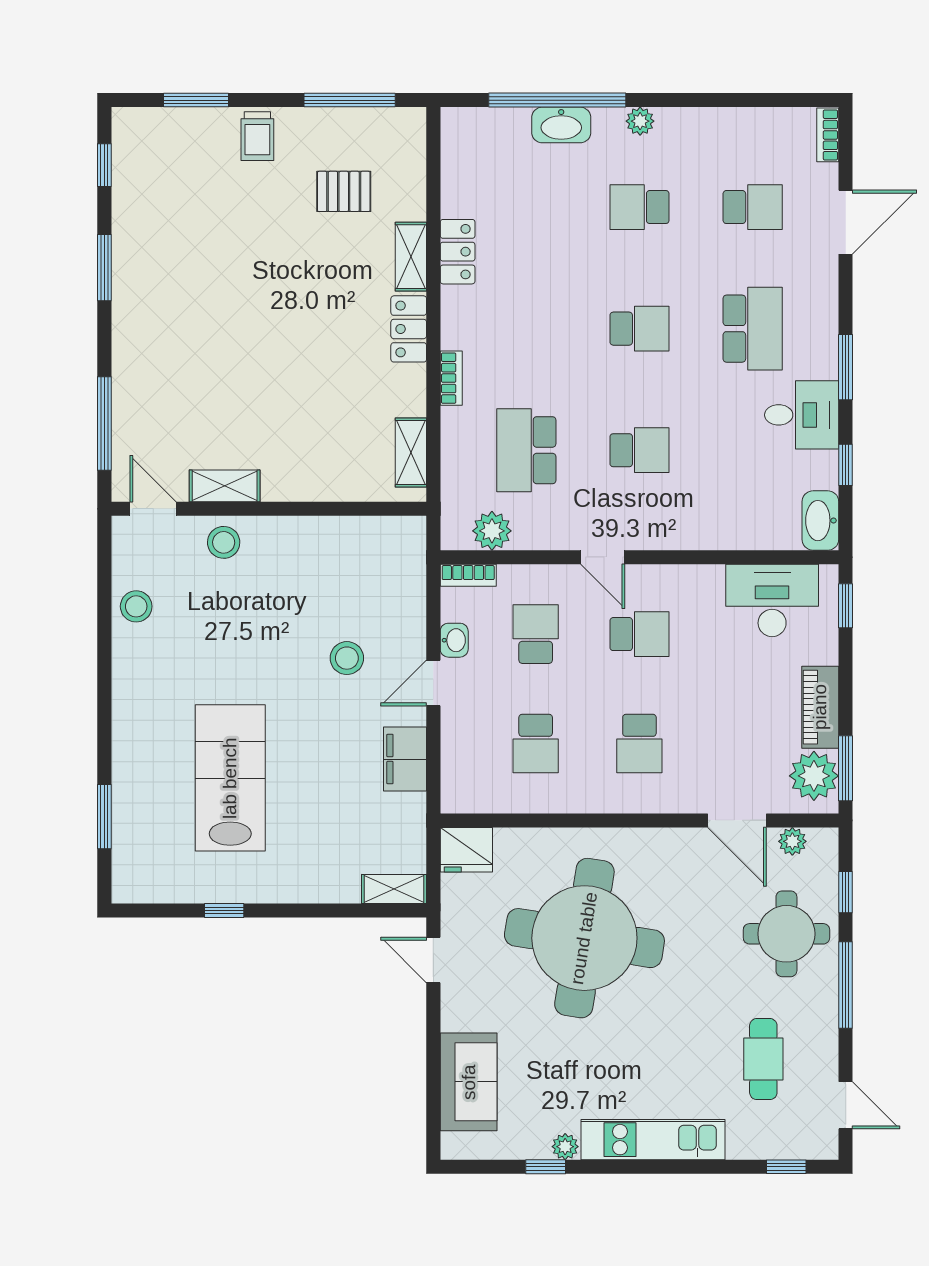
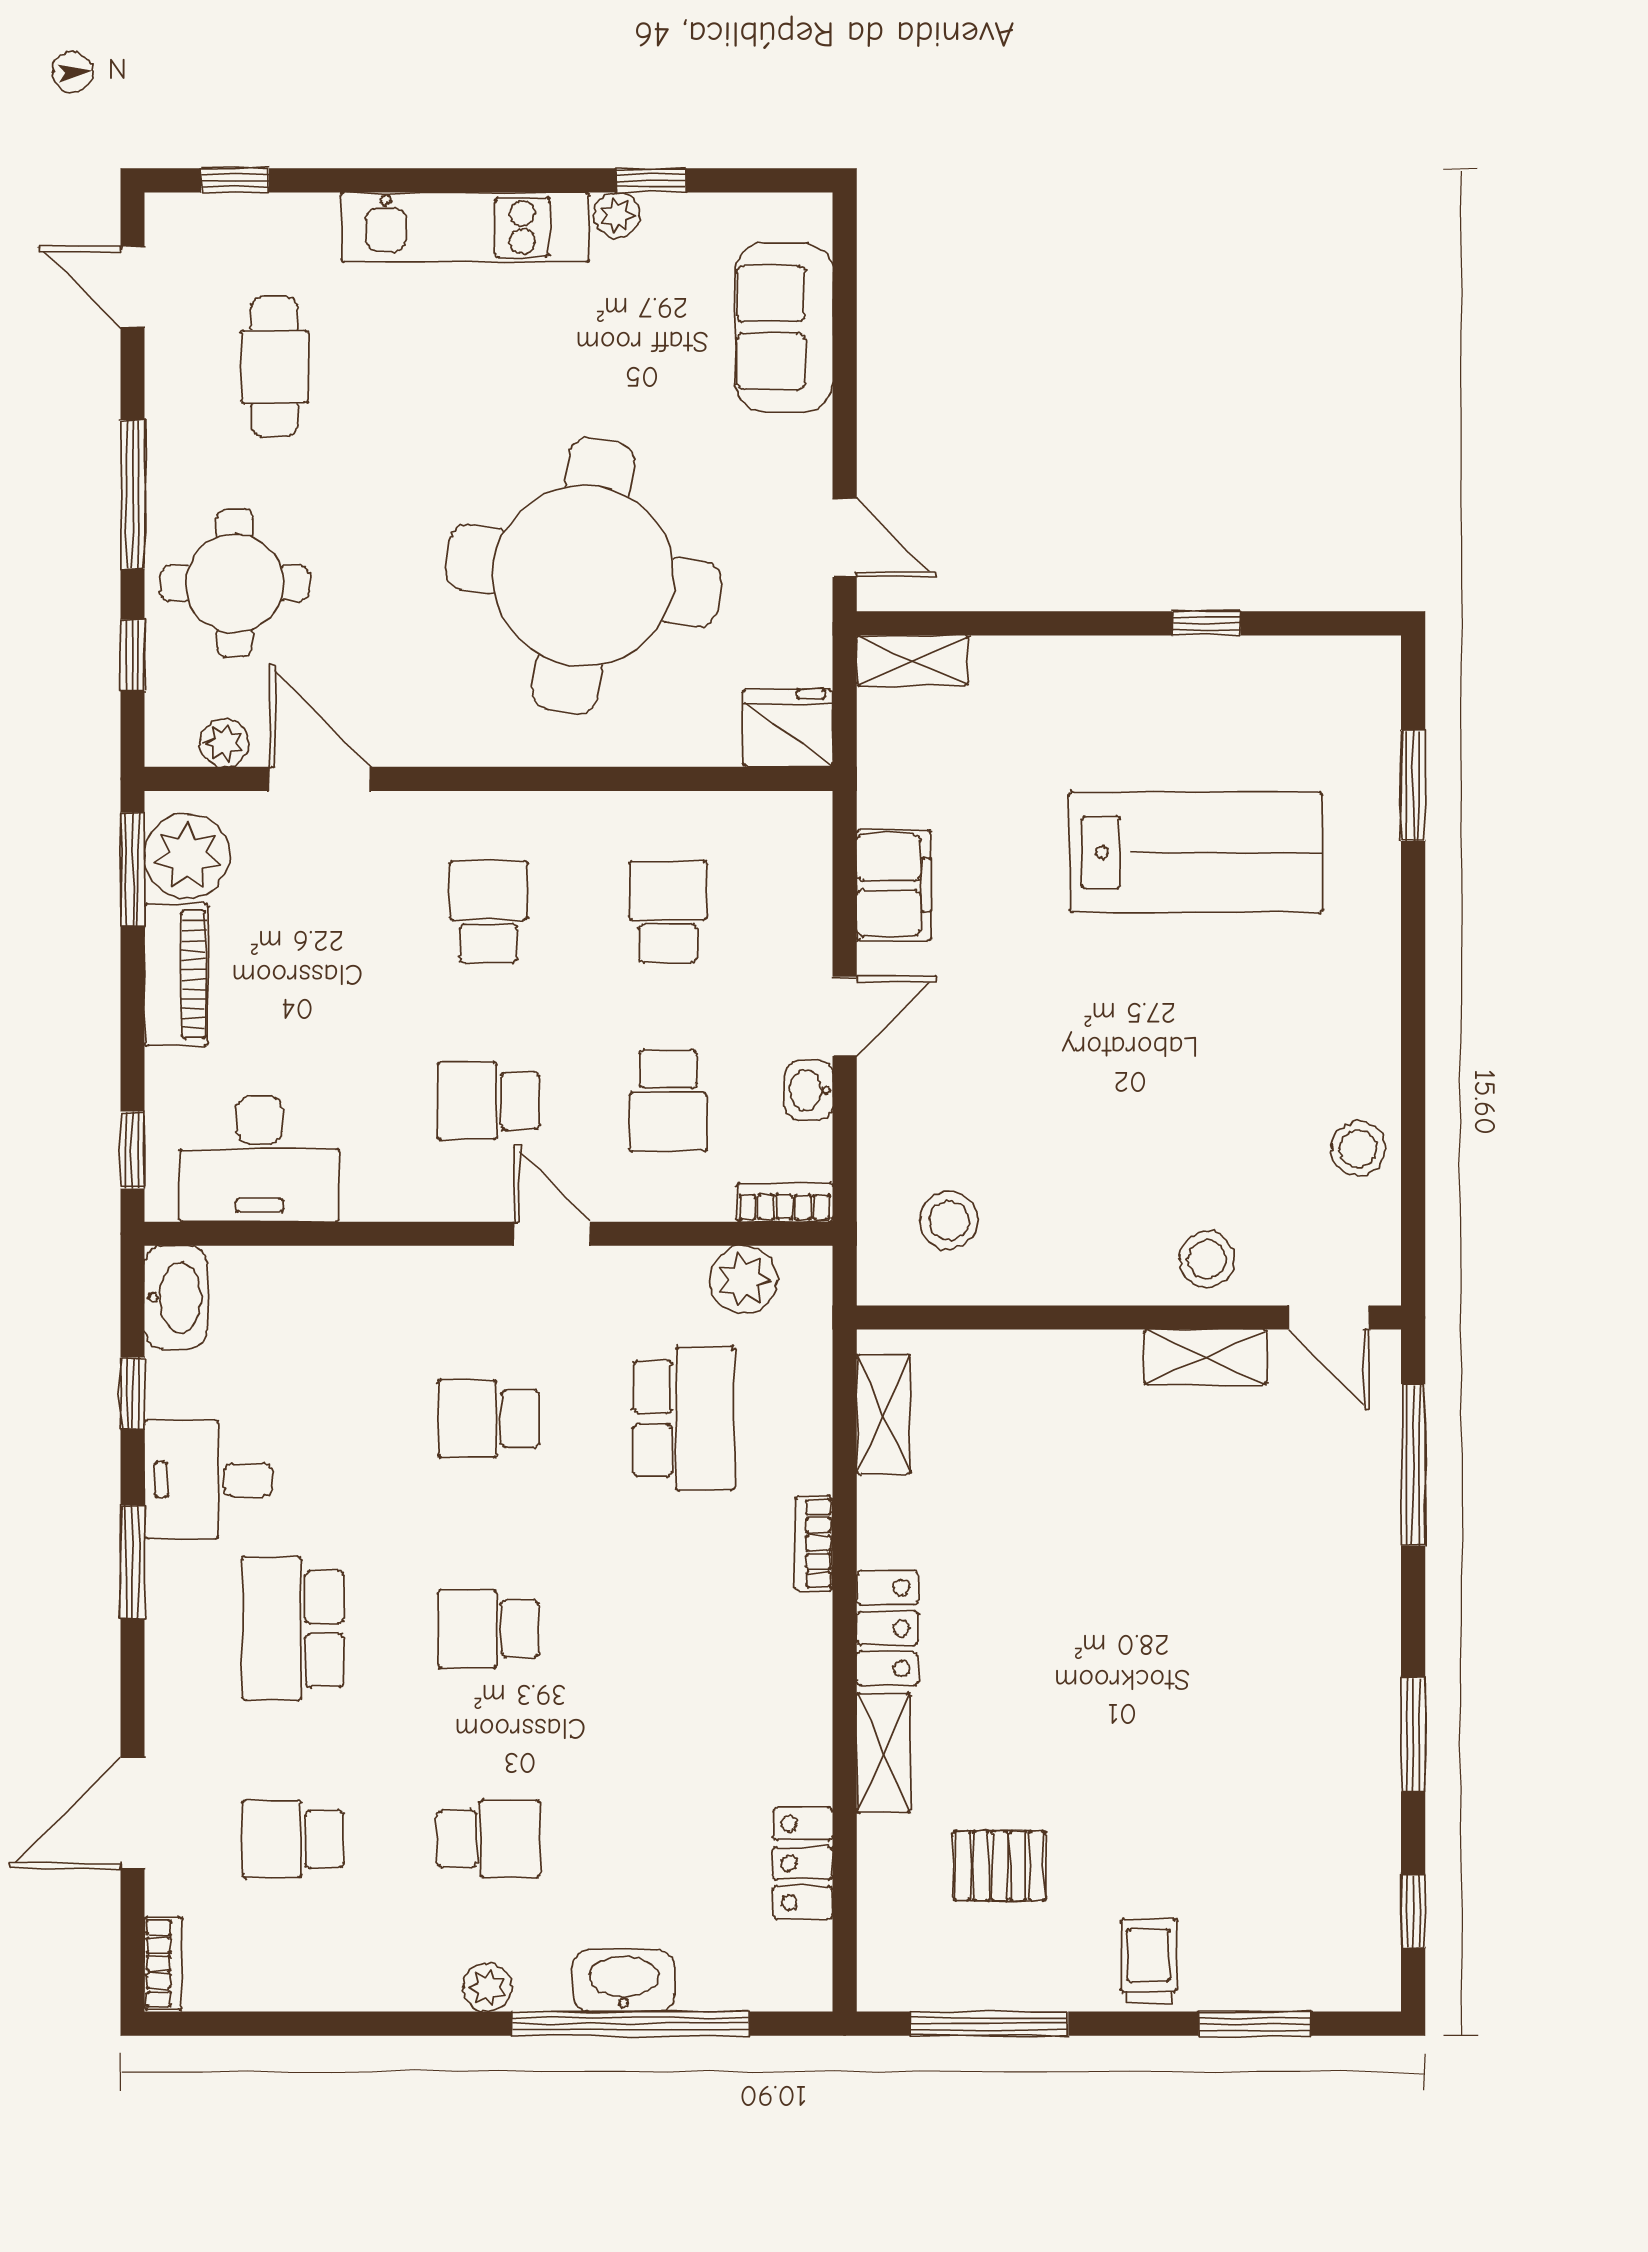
locker: (458, 252) -> (803, 1863), moved
stool: (347, 658) -> (949, 1220), moved
lab bench: (230, 778) -> (1196, 852), turned -90

